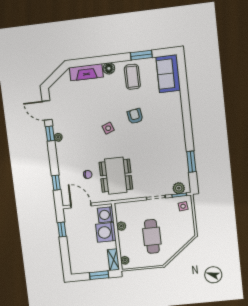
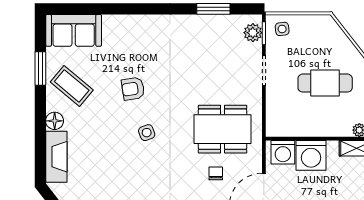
coffee table: (132, 77) -> (72, 86), turned 40
plant: (121, 226) -> (304, 130), removed

